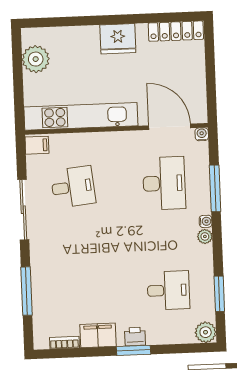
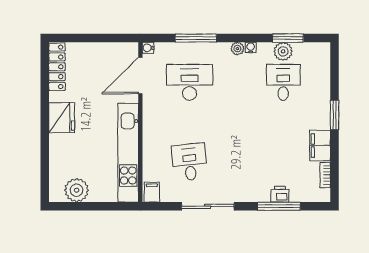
water cooler: (206, 221) -> (251, 48), moved
plant: (206, 332) -> (283, 51), moved
printer: (135, 336) -> (280, 194), moved, turned 90

